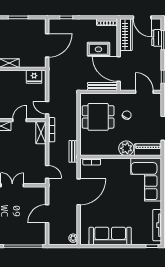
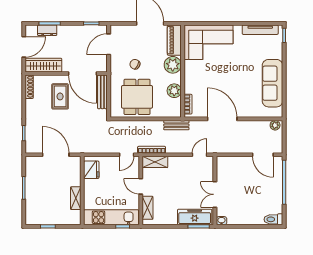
door: (119, 69) -> (83, 74), hinge flipped
plant: (104, 150) -> (174, 91), added
door: (47, 214) -> (263, 155), moved

